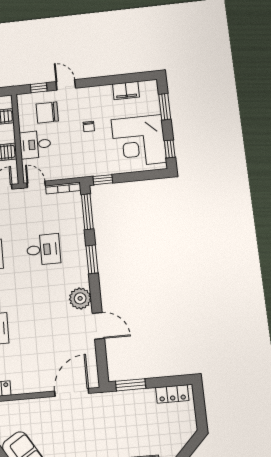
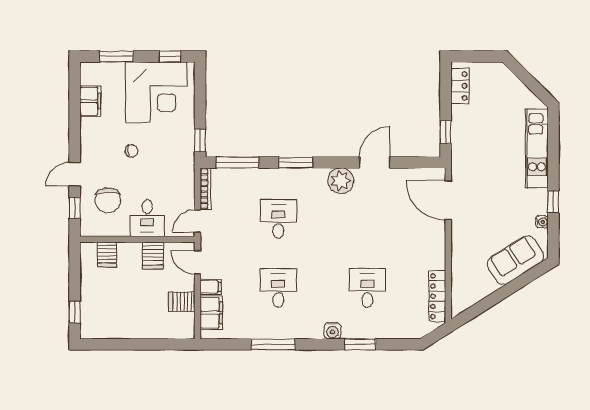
window: (131, 385) -> (446, 132), width x0.67

